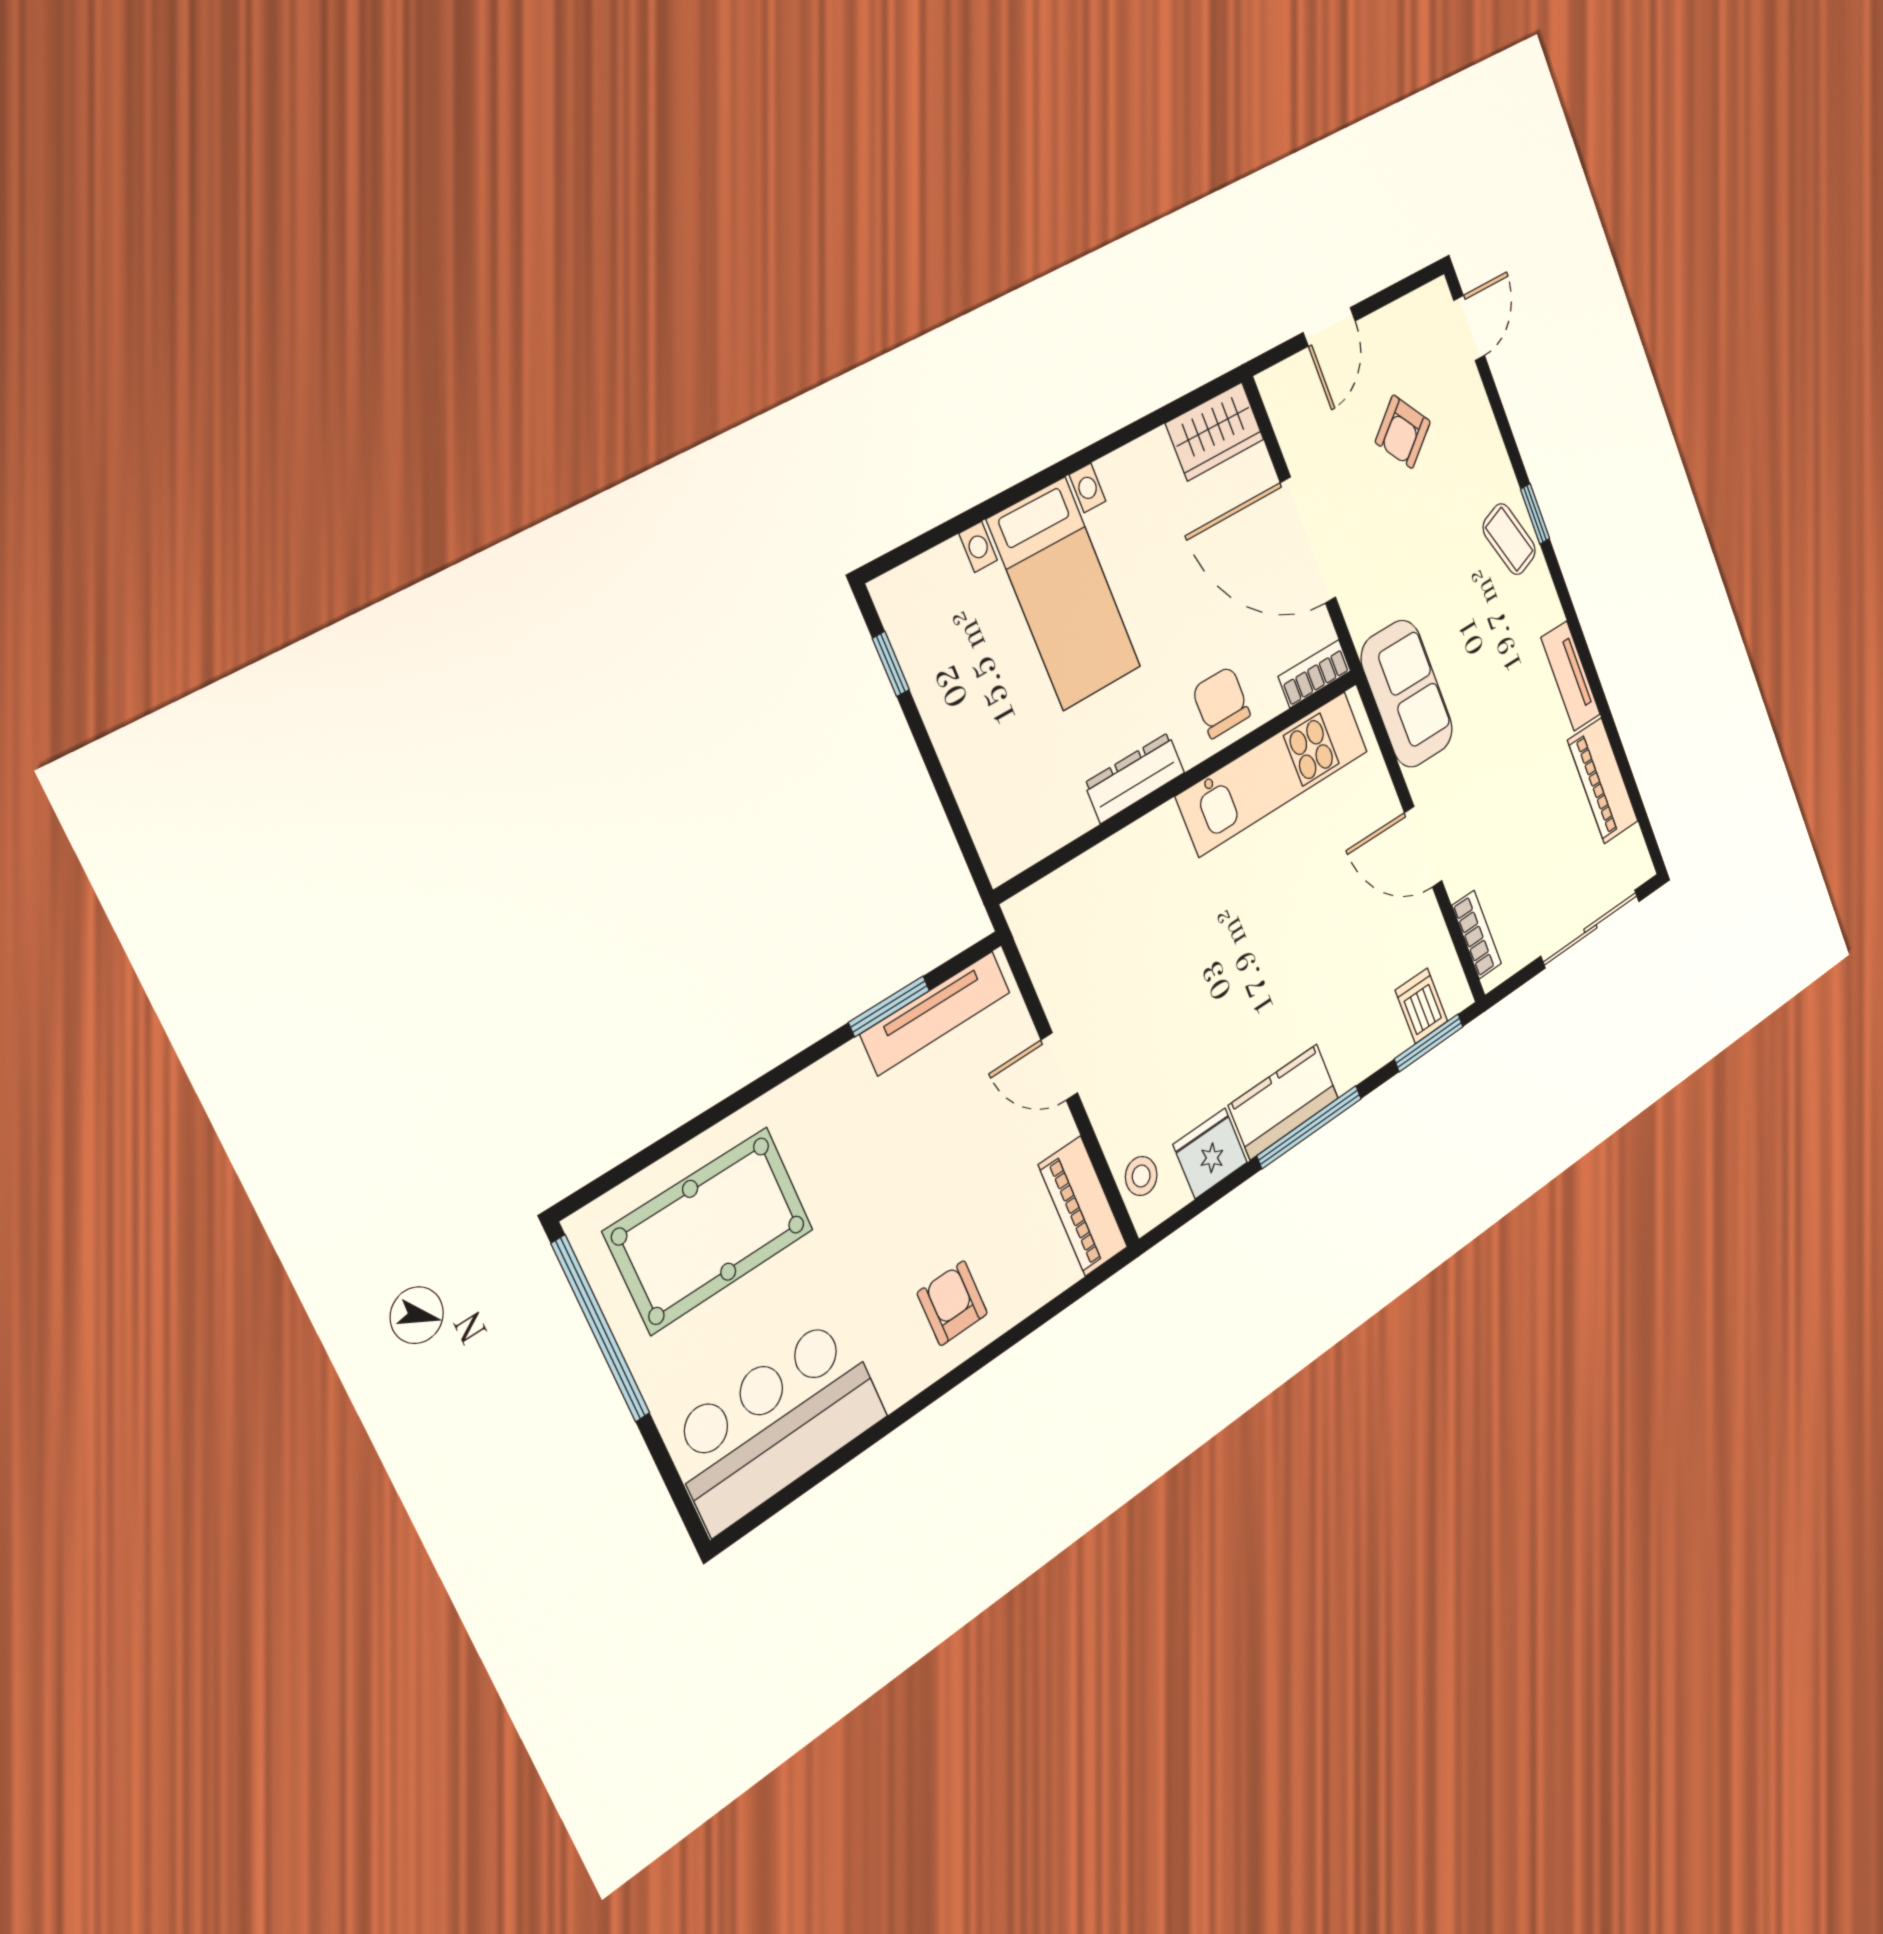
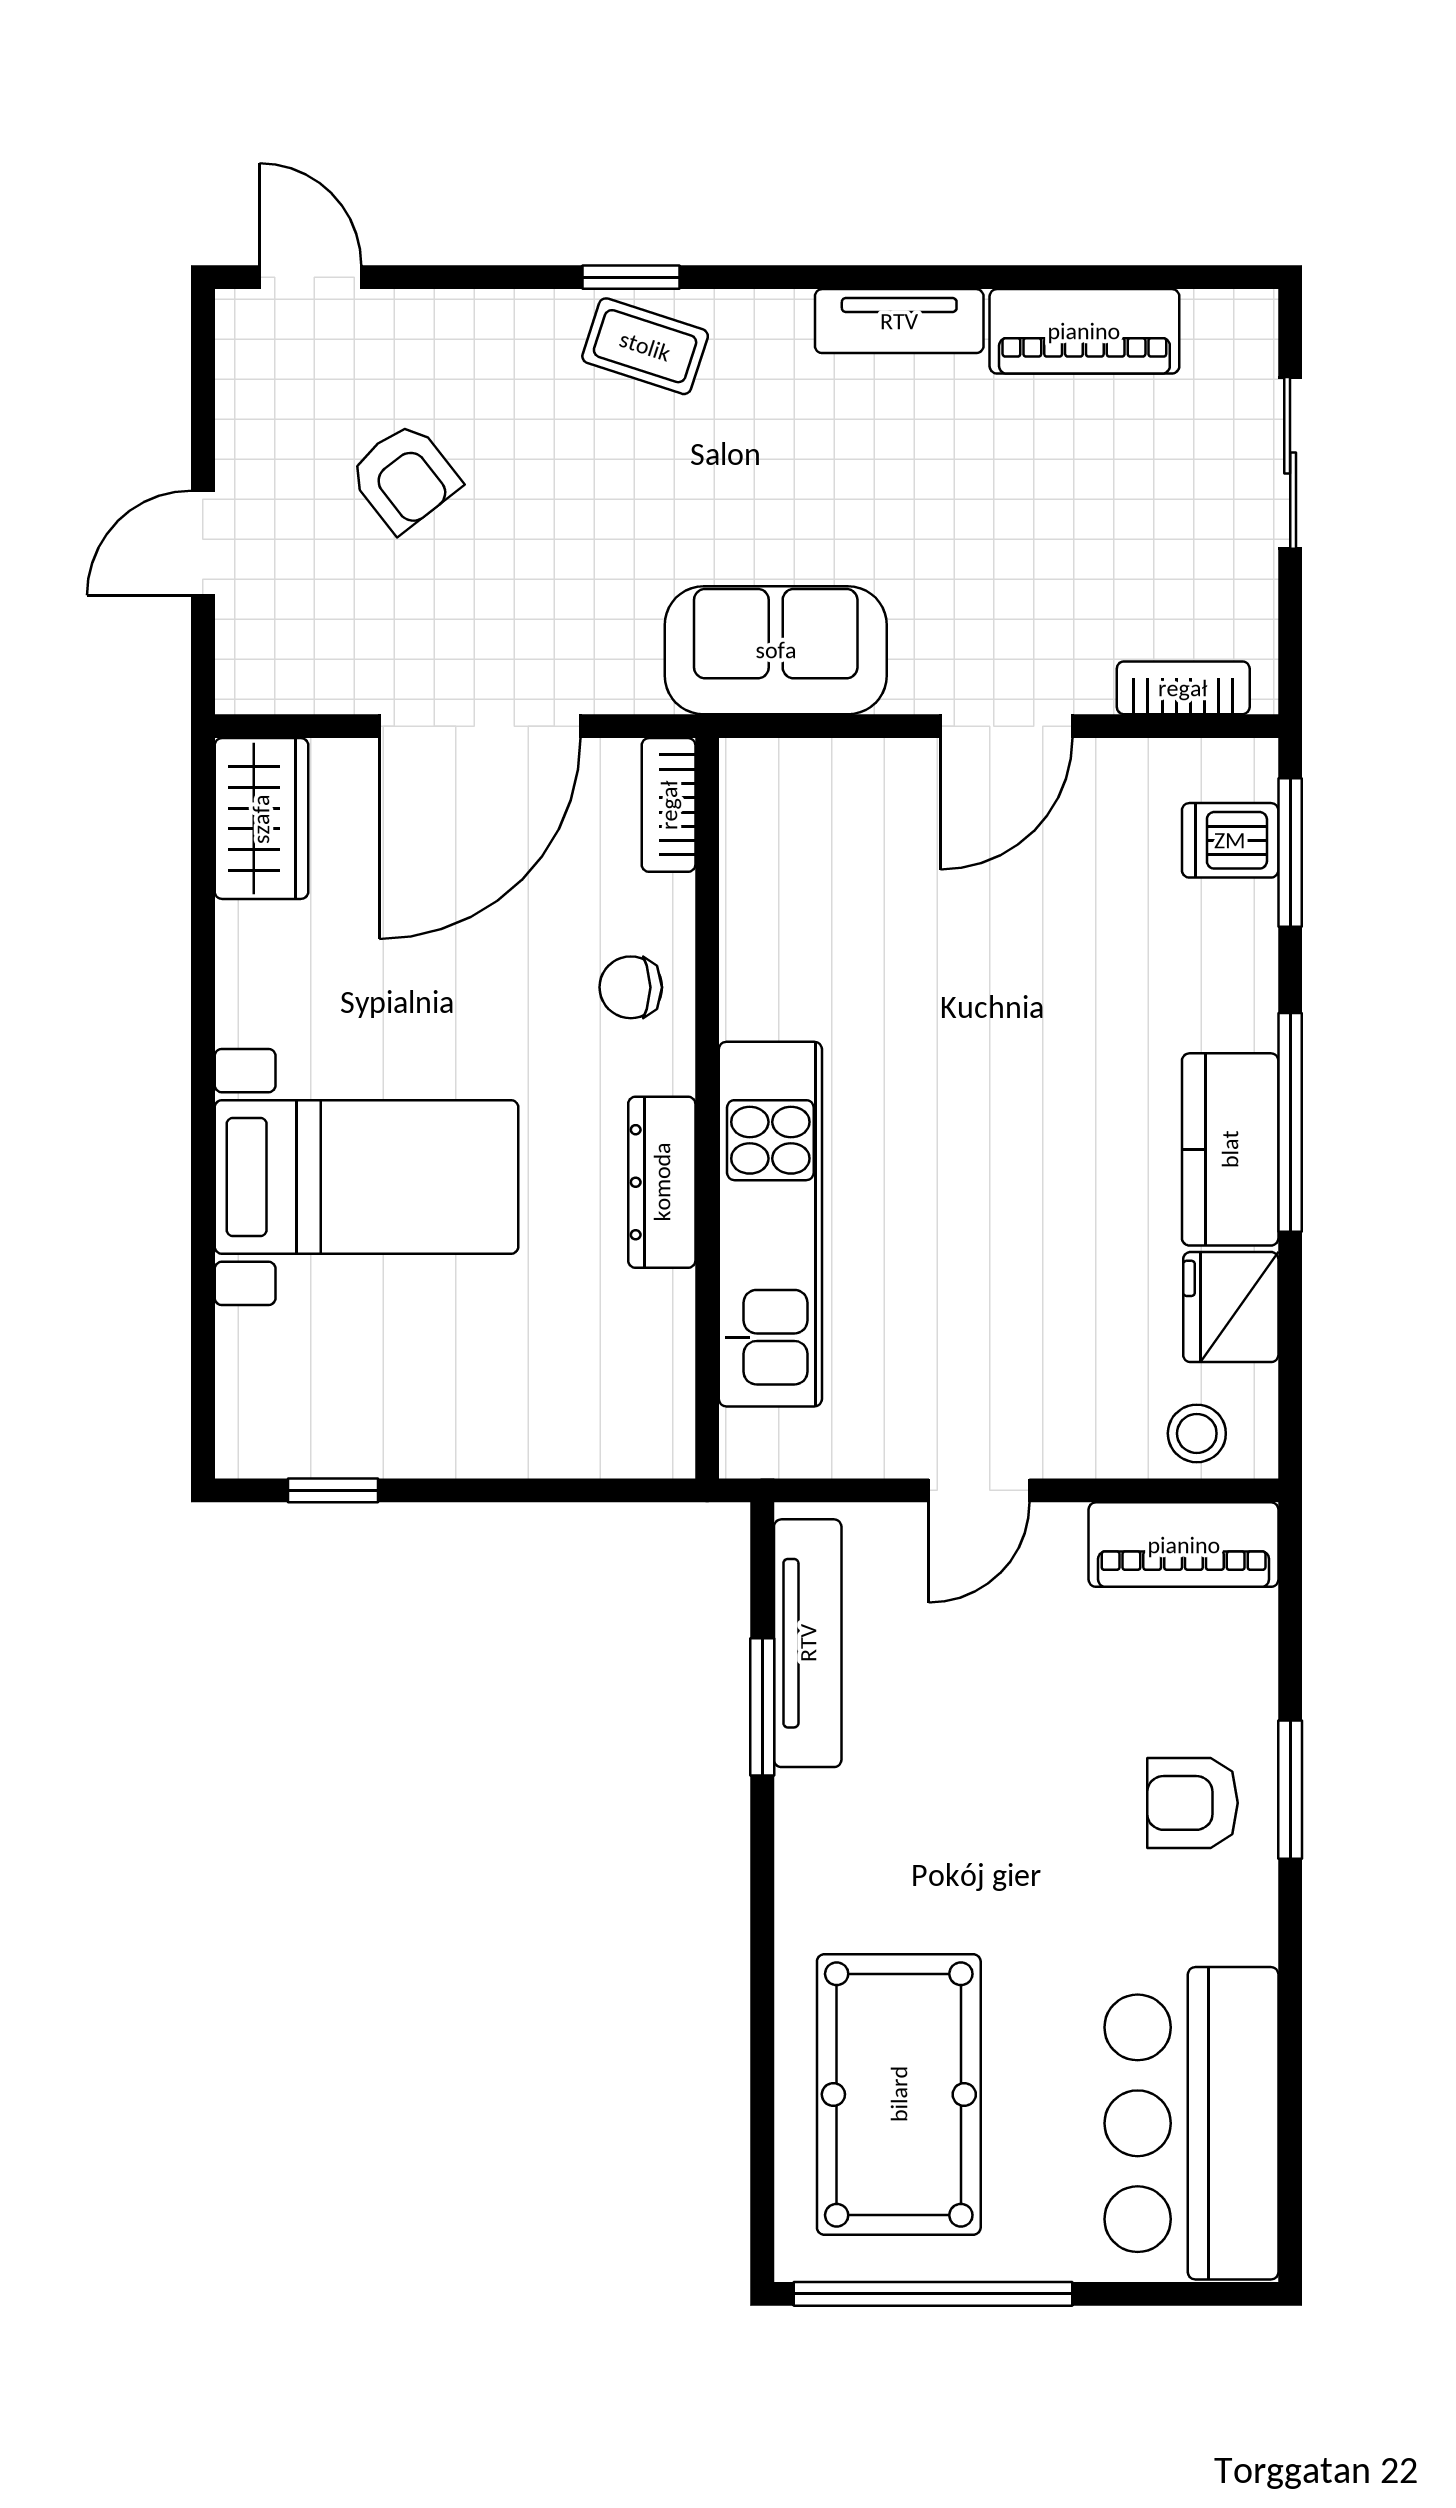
door: (1329, 327) -> (203, 543), swing flipped
coffee table: (1509, 539) -> (645, 346), turned 37
chair: (1221, 702) -> (631, 987), width x0.73, depth x0.73
kitchen unit: (1273, 774) -> (770, 1224), moved
sliding door: (1590, 929) -> (1290, 463), width x0.73
window: (985, 1356) -> (1290, 1790), added

